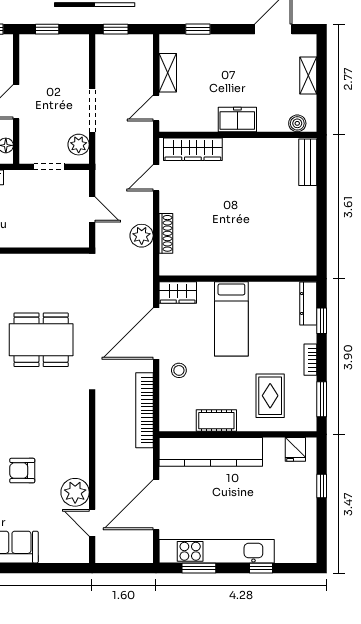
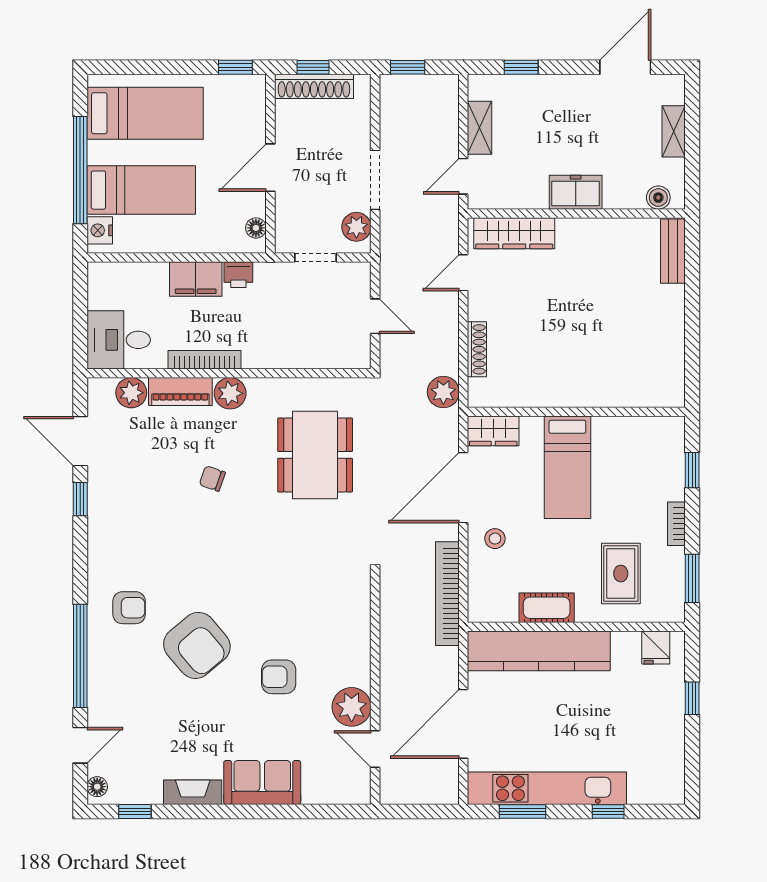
shoe rack: (48, 43) -> (314, 86), added
plant: (142, 236) -> (443, 392), moved
dresser: (308, 304) -> (674, 446), removed
dining table: (41, 340) -> (315, 455), moved, turned 90

